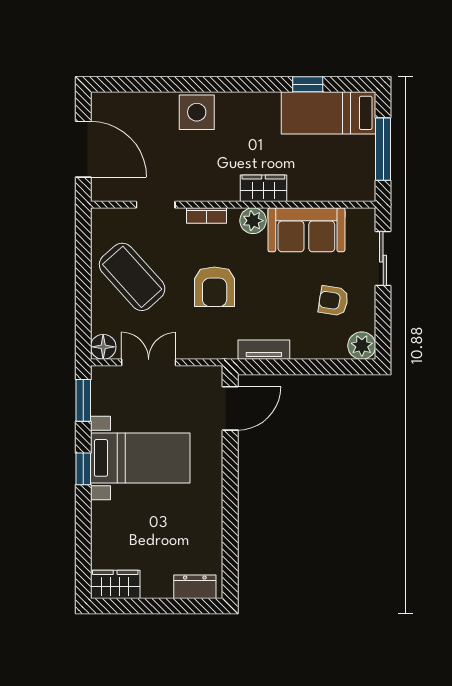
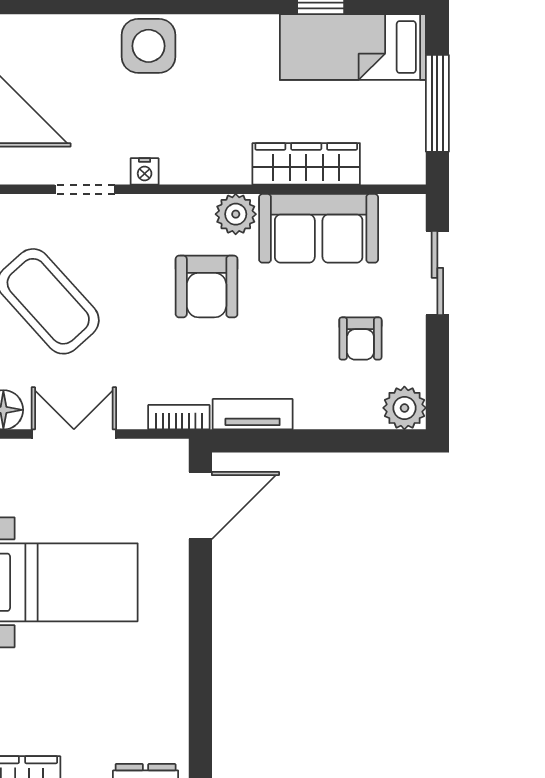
wardrobe: (263, 188) -> (306, 164), moved, width x1.50
nightstand: (194, 193) -> (145, 171), added
bookcase: (206, 215) -> (179, 417), moved, turned 180
armchair: (215, 287) -> (207, 286), moved
armchair: (333, 301) -> (360, 338), turned -99

